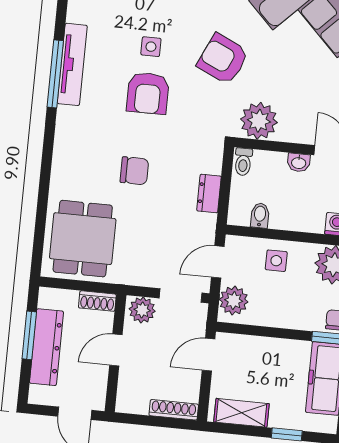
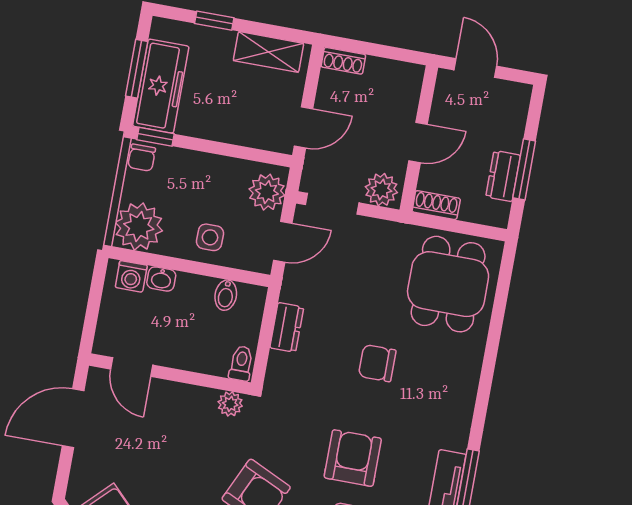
plant: (259, 121) -> (230, 404), width x0.53, depth x0.53
washbasin: (299, 163) -> (161, 279), moved, turned 180
dresser: (46, 347) -> (503, 176), width x0.51, depth x0.80
shoe rack: (174, 410) -> (343, 61), width x0.70

